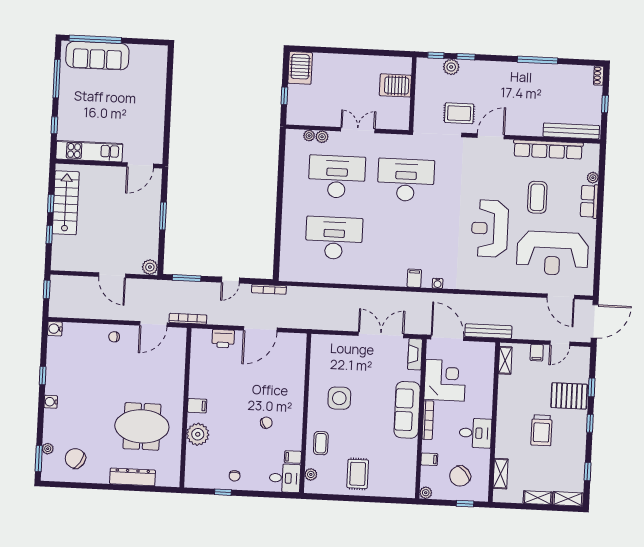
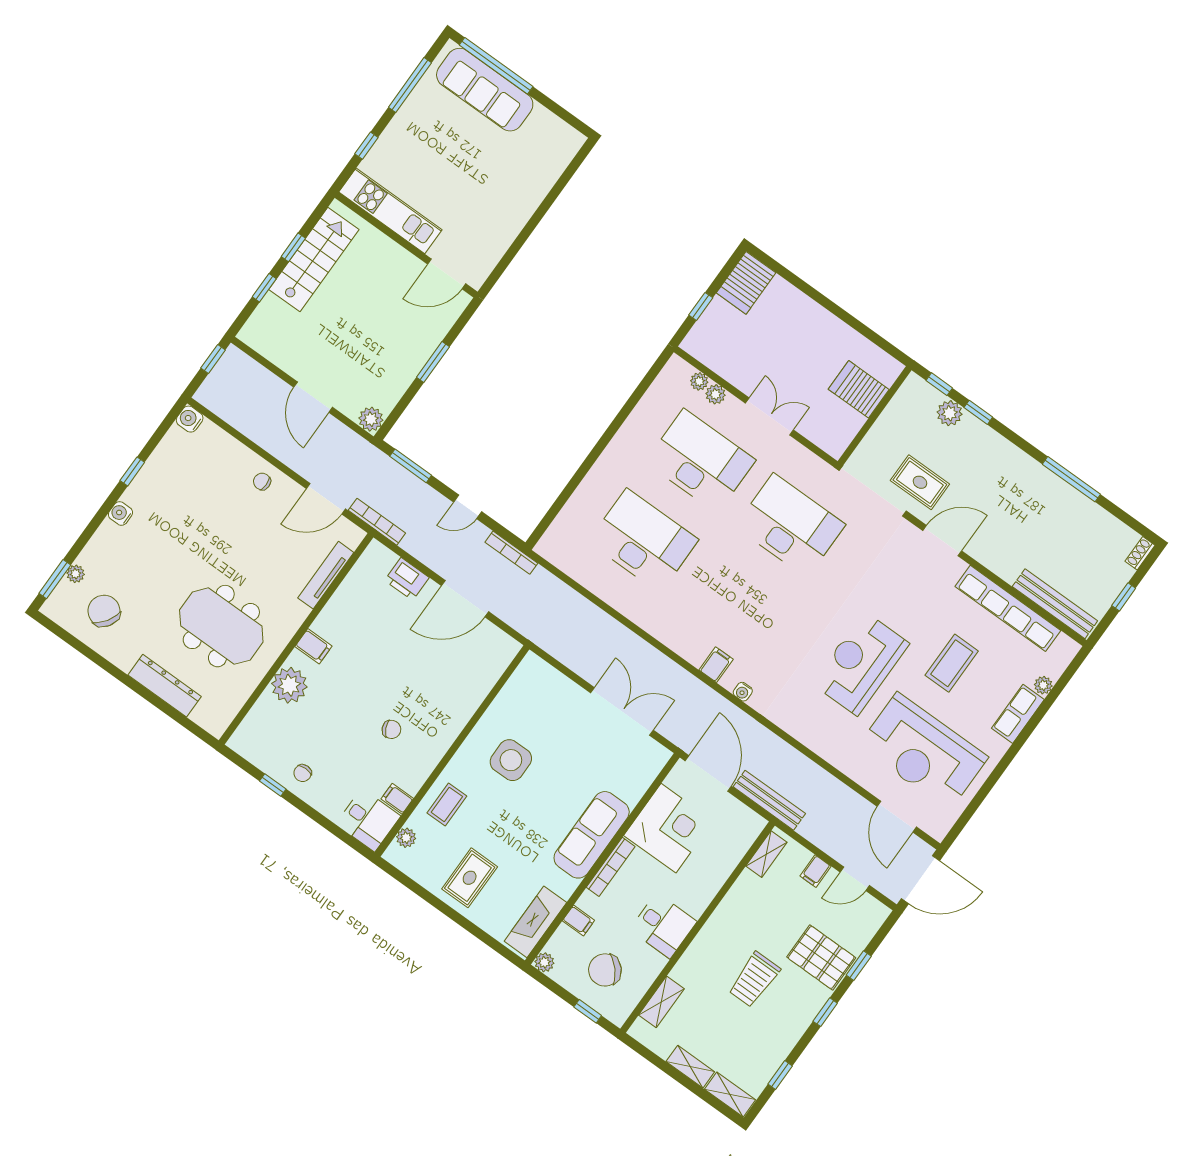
fireplace: (415, 354) -> (535, 922), moved, width x1.37, depth x1.32
tv unit: (179, 364) -> (326, 575), added

